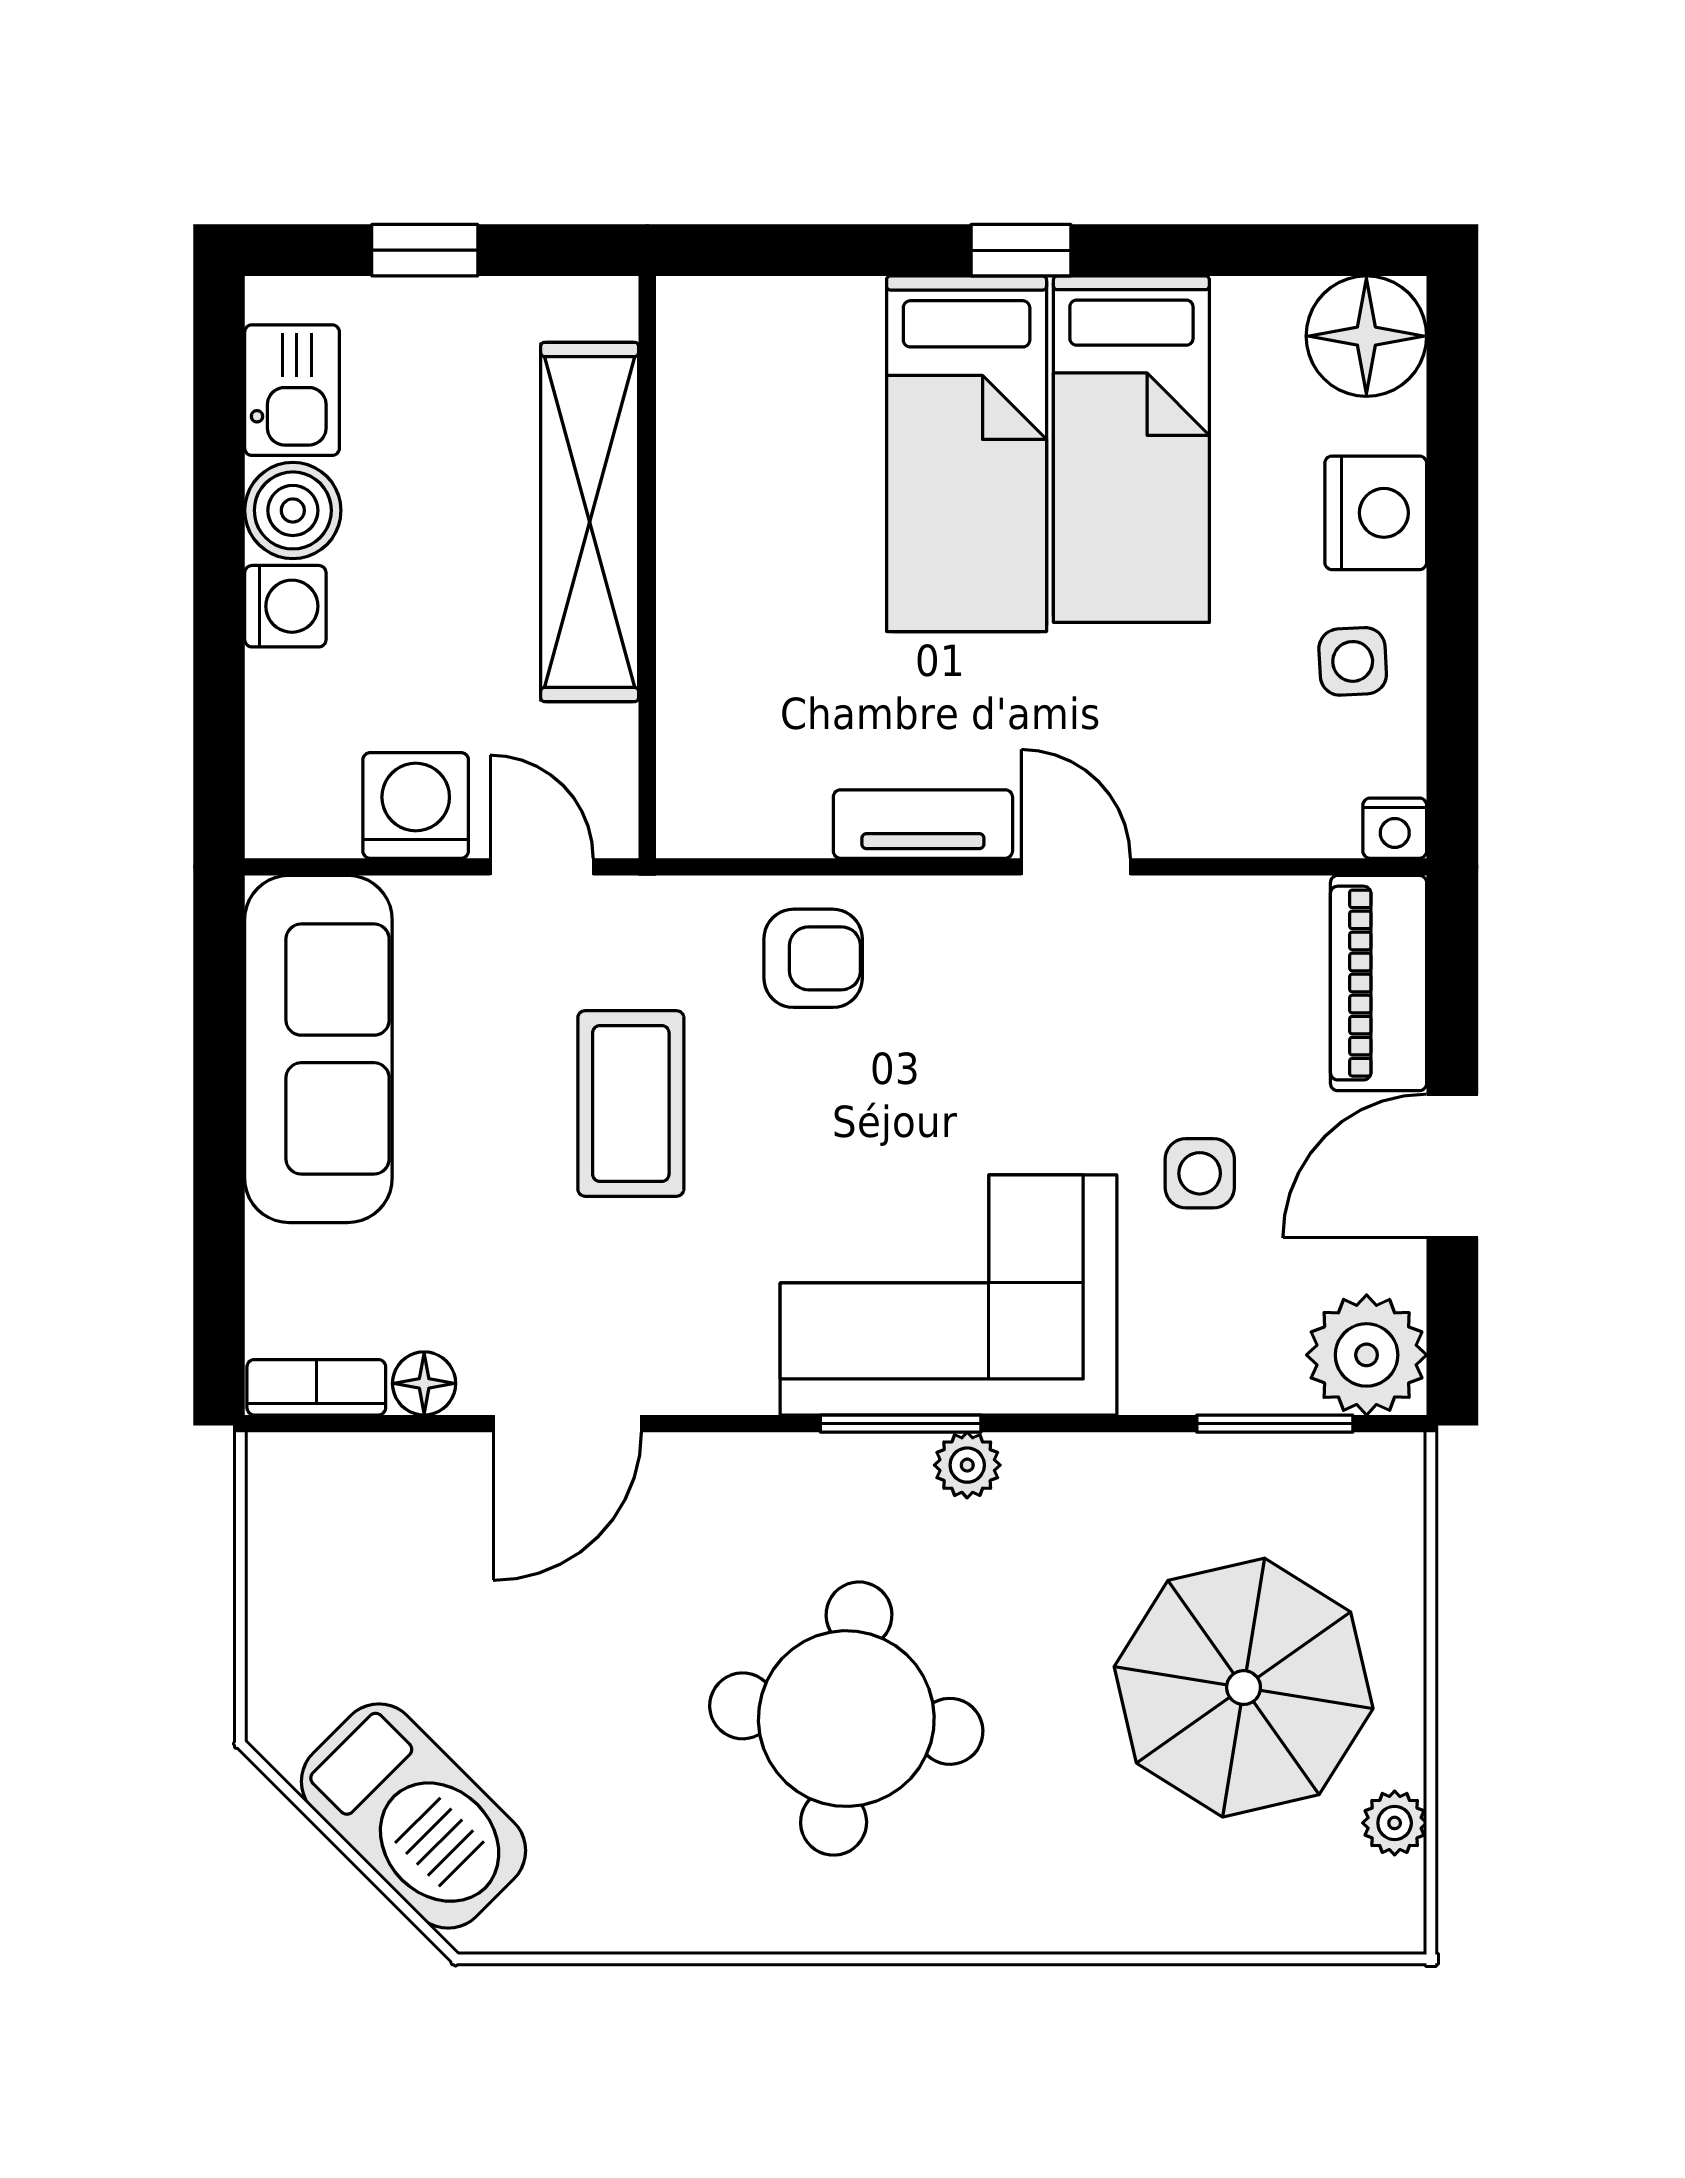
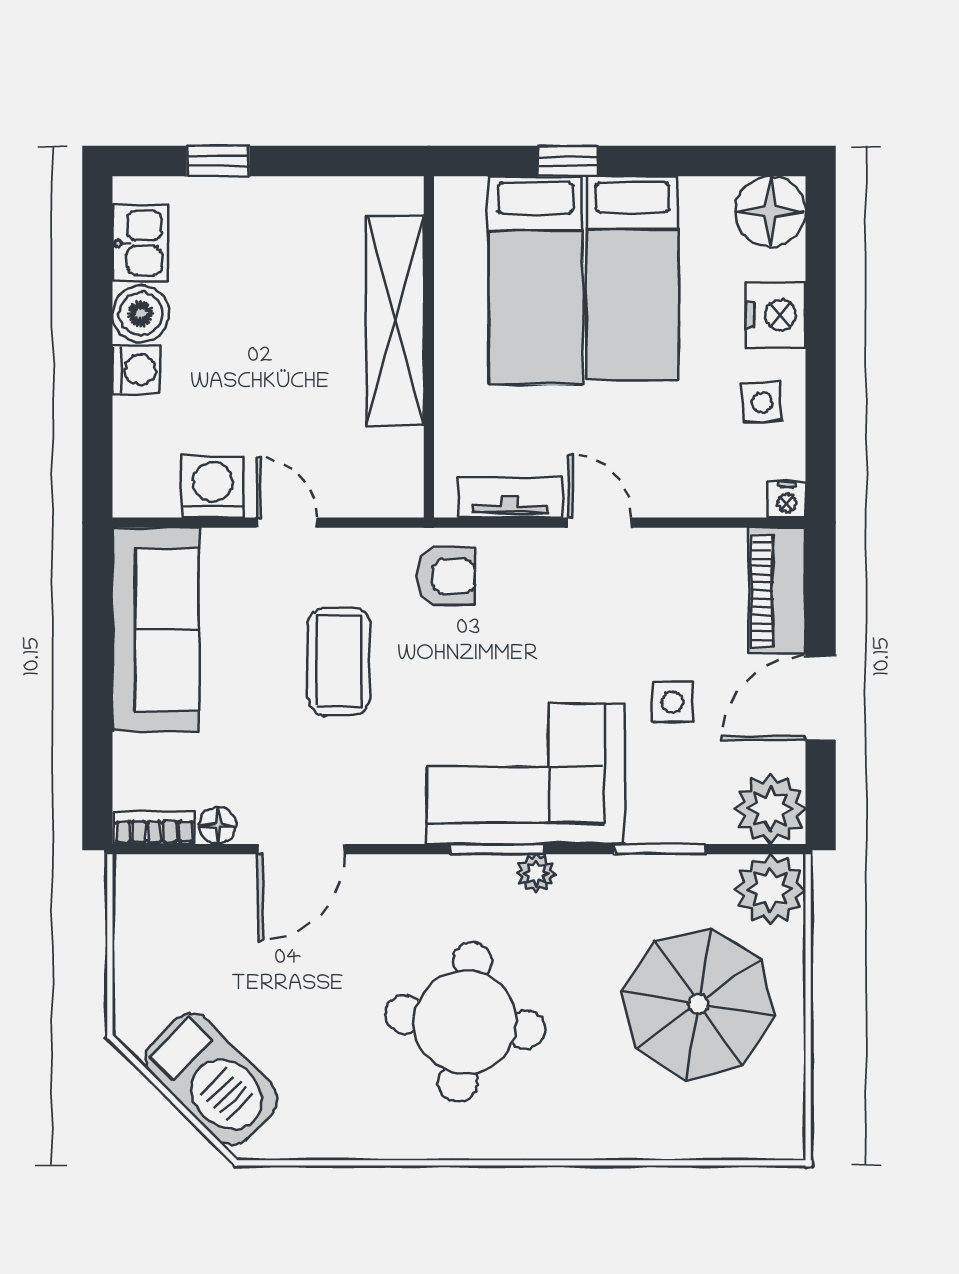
shelving: (590, 522) -> (395, 320), moved
wall: (647, 567) -> (429, 347), moved
window: (1275, 1424) -> (660, 849), moved
plant: (1395, 1823) -> (770, 889), moved, width x1.88, depth x1.88

